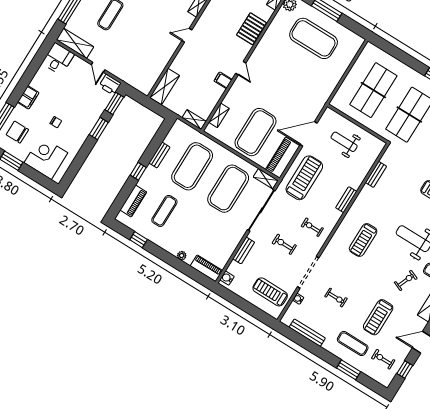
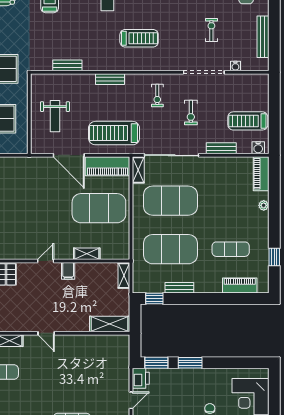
shelving: (219, 115) -> (87, 254), moved
window: (138, 171) -> (154, 299), moved
treadmill: (270, 292) -> (248, 121), moved, turned 90

